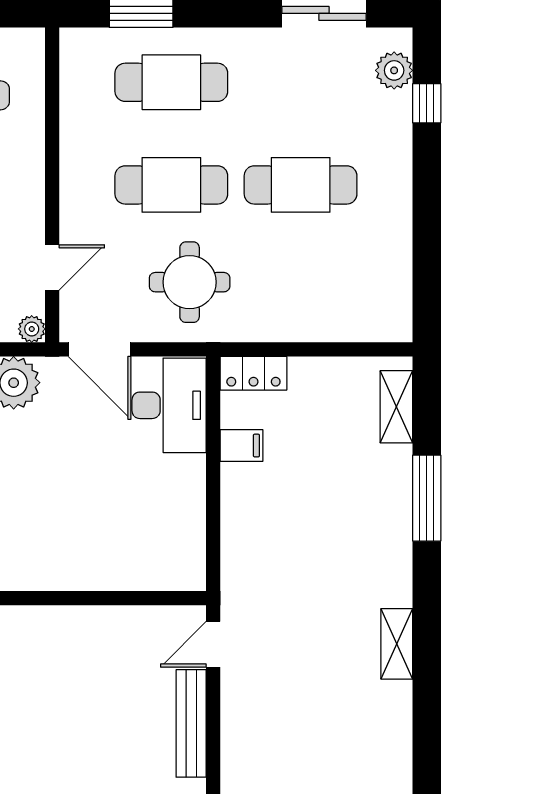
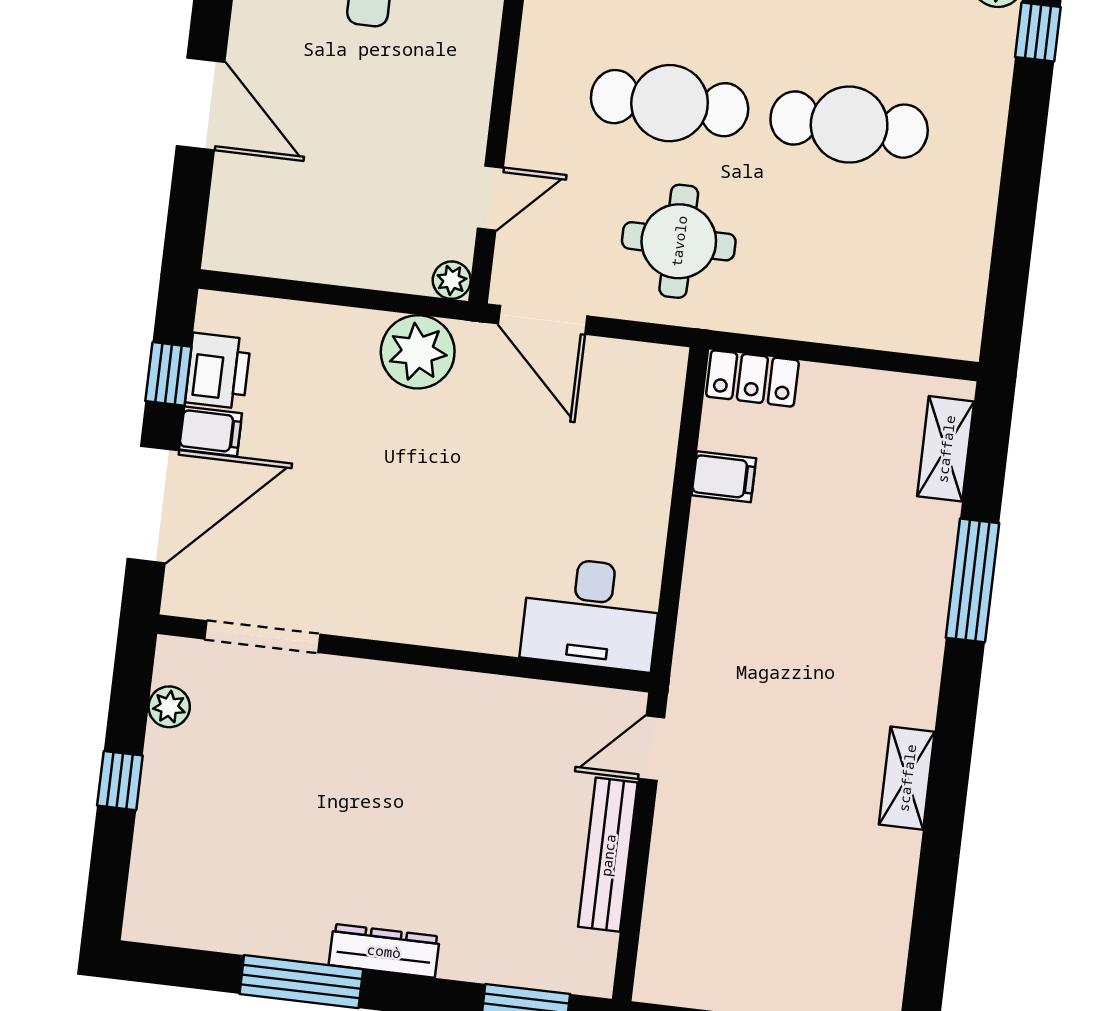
desk: (169, 405) -> (591, 614), moved, turned 90

